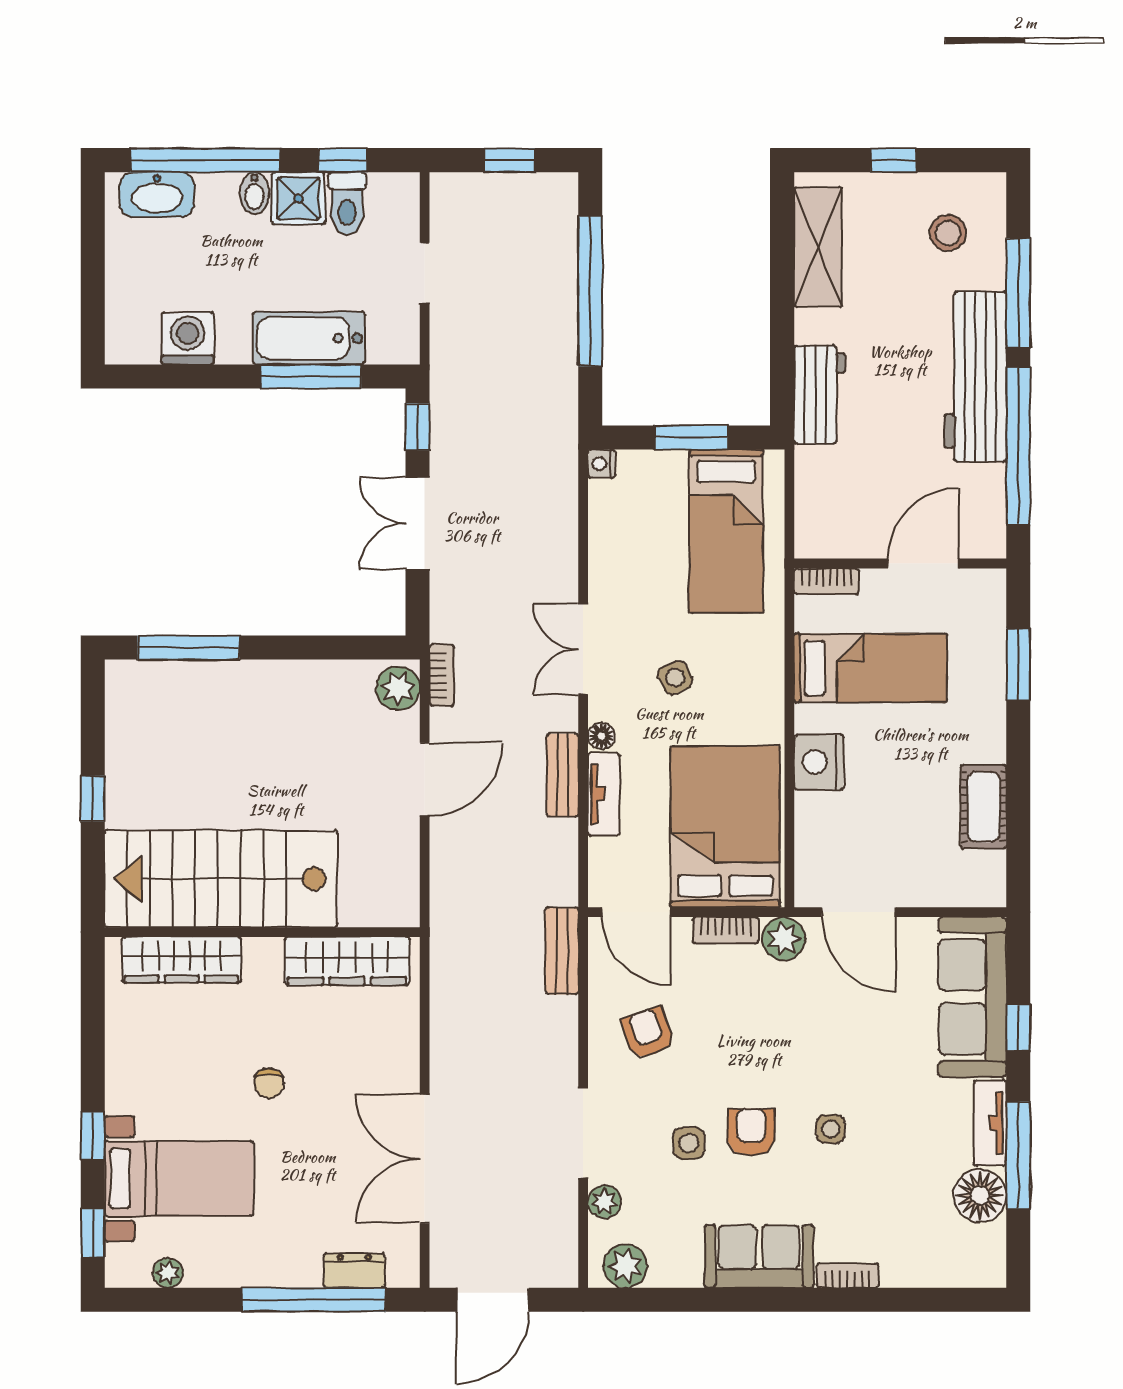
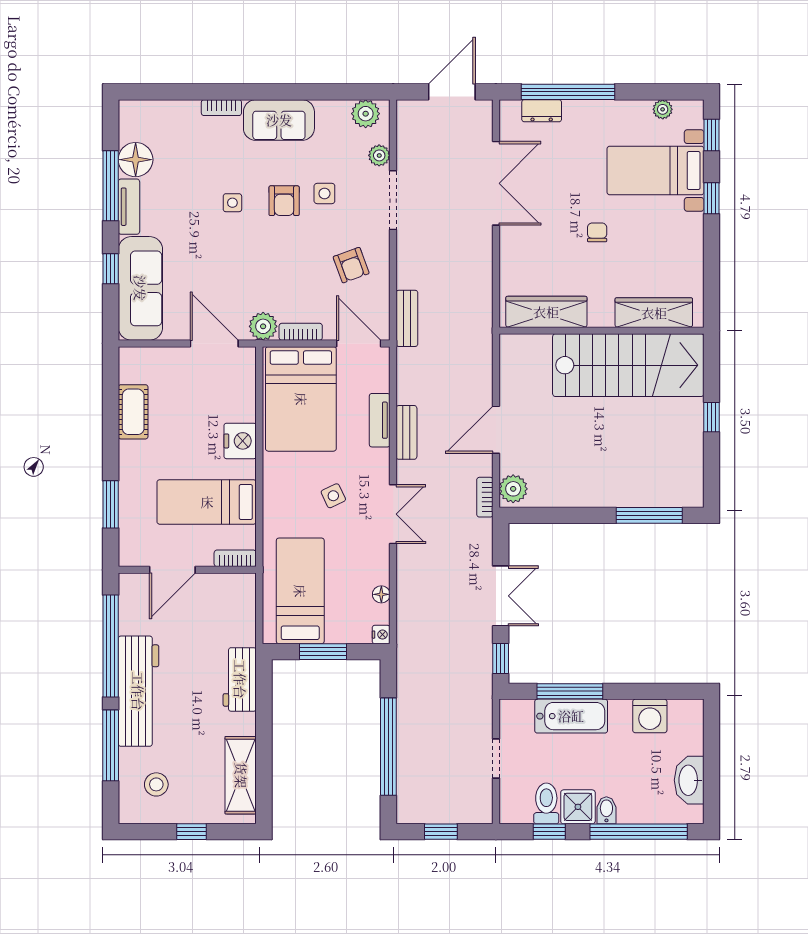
washbasin: (157, 195) -> (689, 780), moved, turned -90
floor lamp: (601, 736) -> (381, 594), moved

